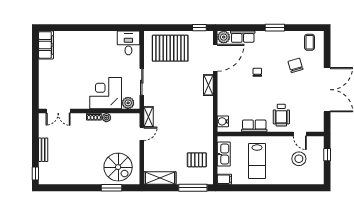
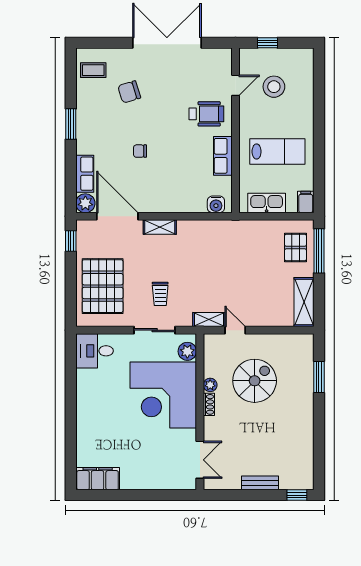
trolley: (165, 85) -> (160, 294), added
corner desk: (106, 93) -> (163, 395), width x1.36, depth x1.36
pallet: (197, 160) -> (295, 248), moved
spiral stairs: (118, 167) -> (255, 381), moved

